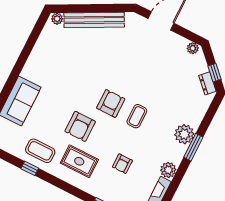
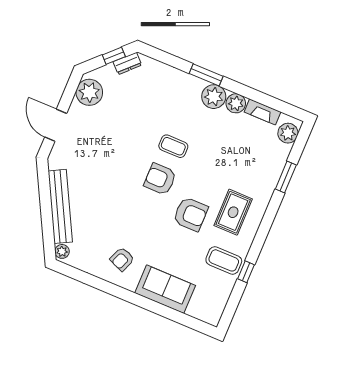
plant: (193, 48) -> (89, 92), width x1.87, depth x1.87
plant: (184, 134) -> (214, 97), moved
coffee table: (40, 151) -> (224, 260), turned 90
armchair: (122, 164) -> (122, 259), moved, turned 112

